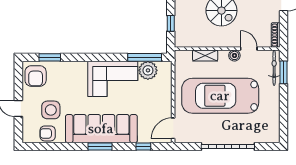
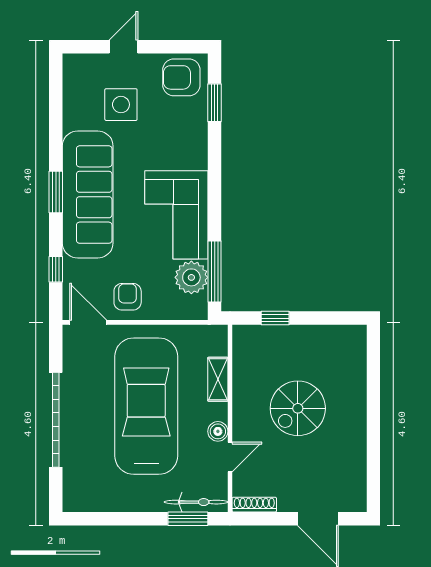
armchair: (48, 133) -> (128, 297), moved

